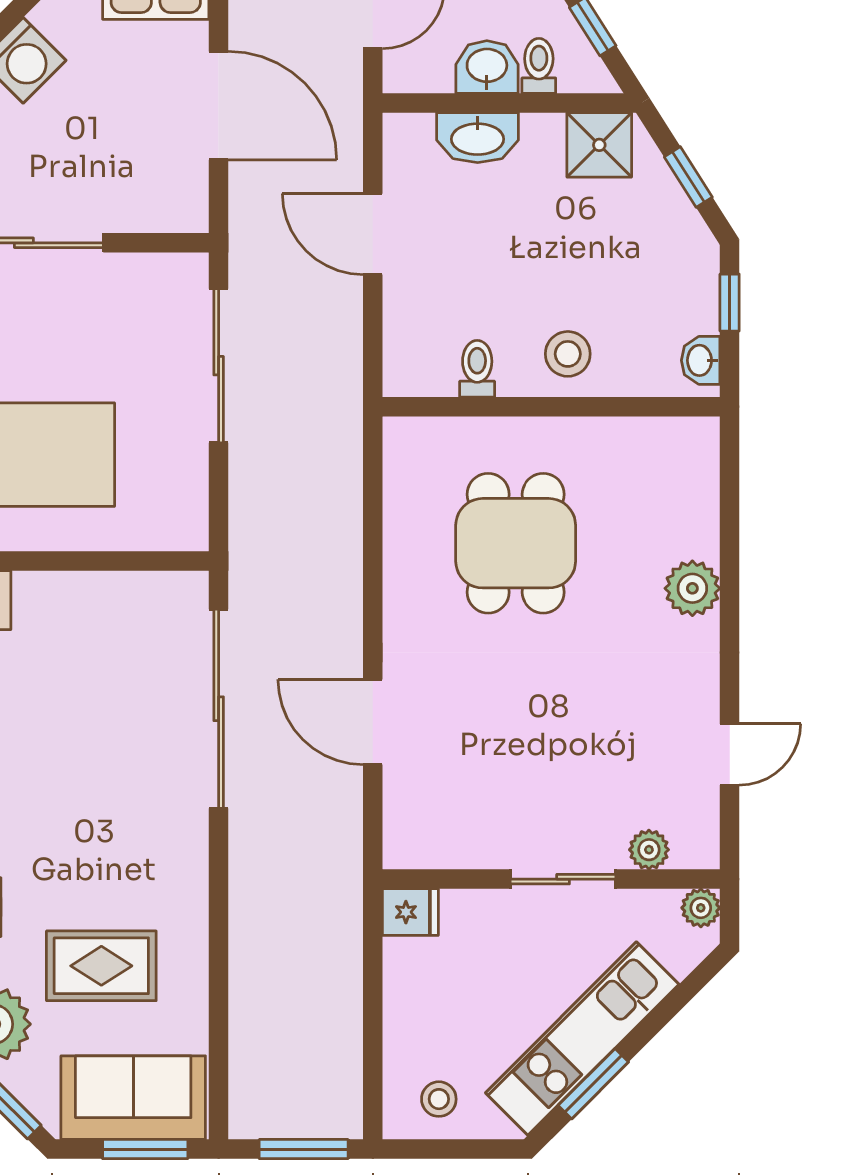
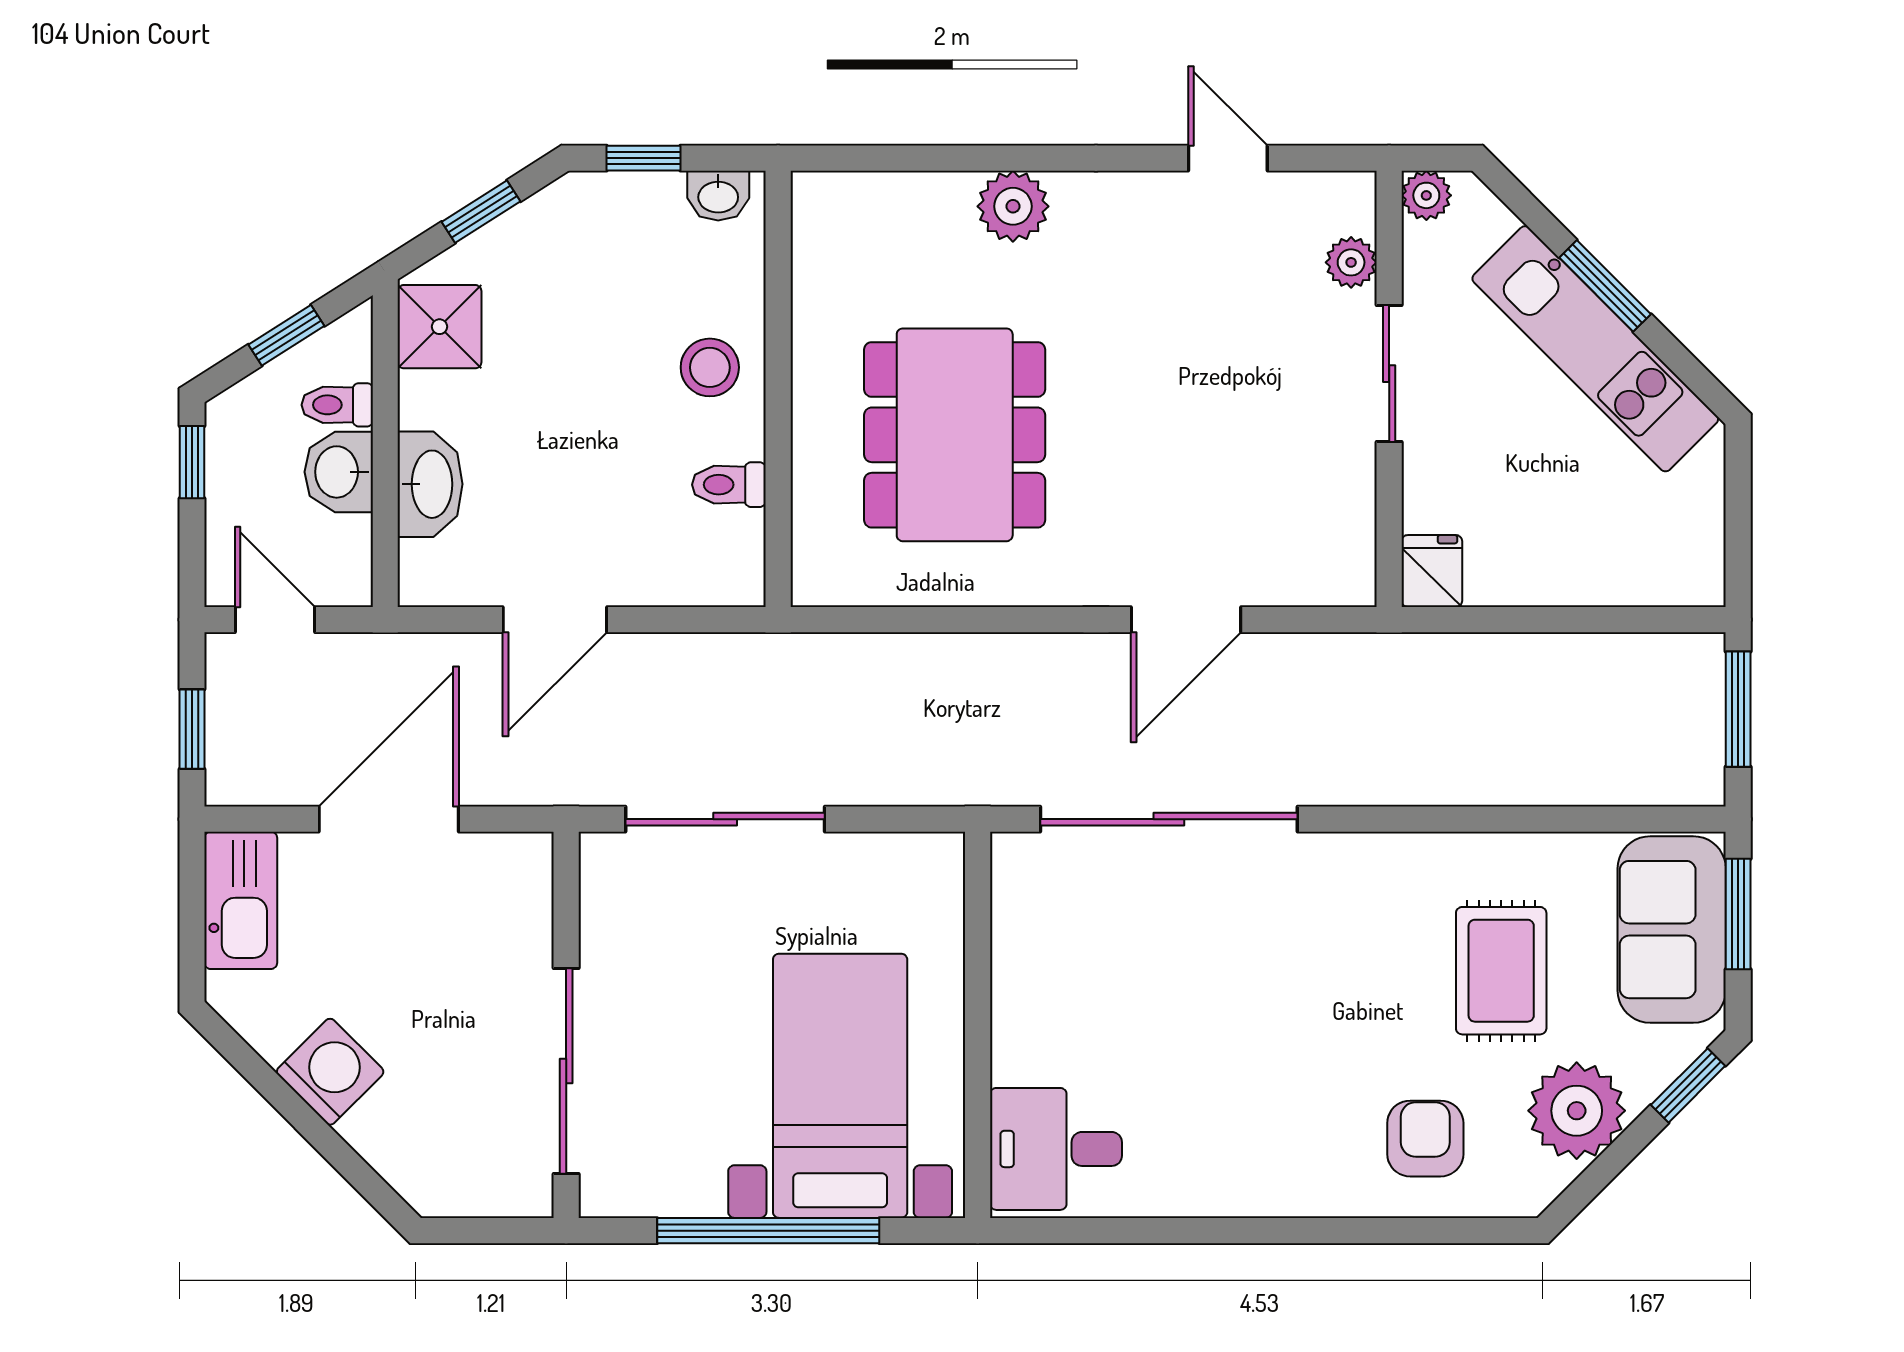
dining table: (516, 543) -> (955, 435), width x1.38
window: (593, 1084) -> (1605, 286), moved
stool: (439, 1099) -> (1674, 534), removed

